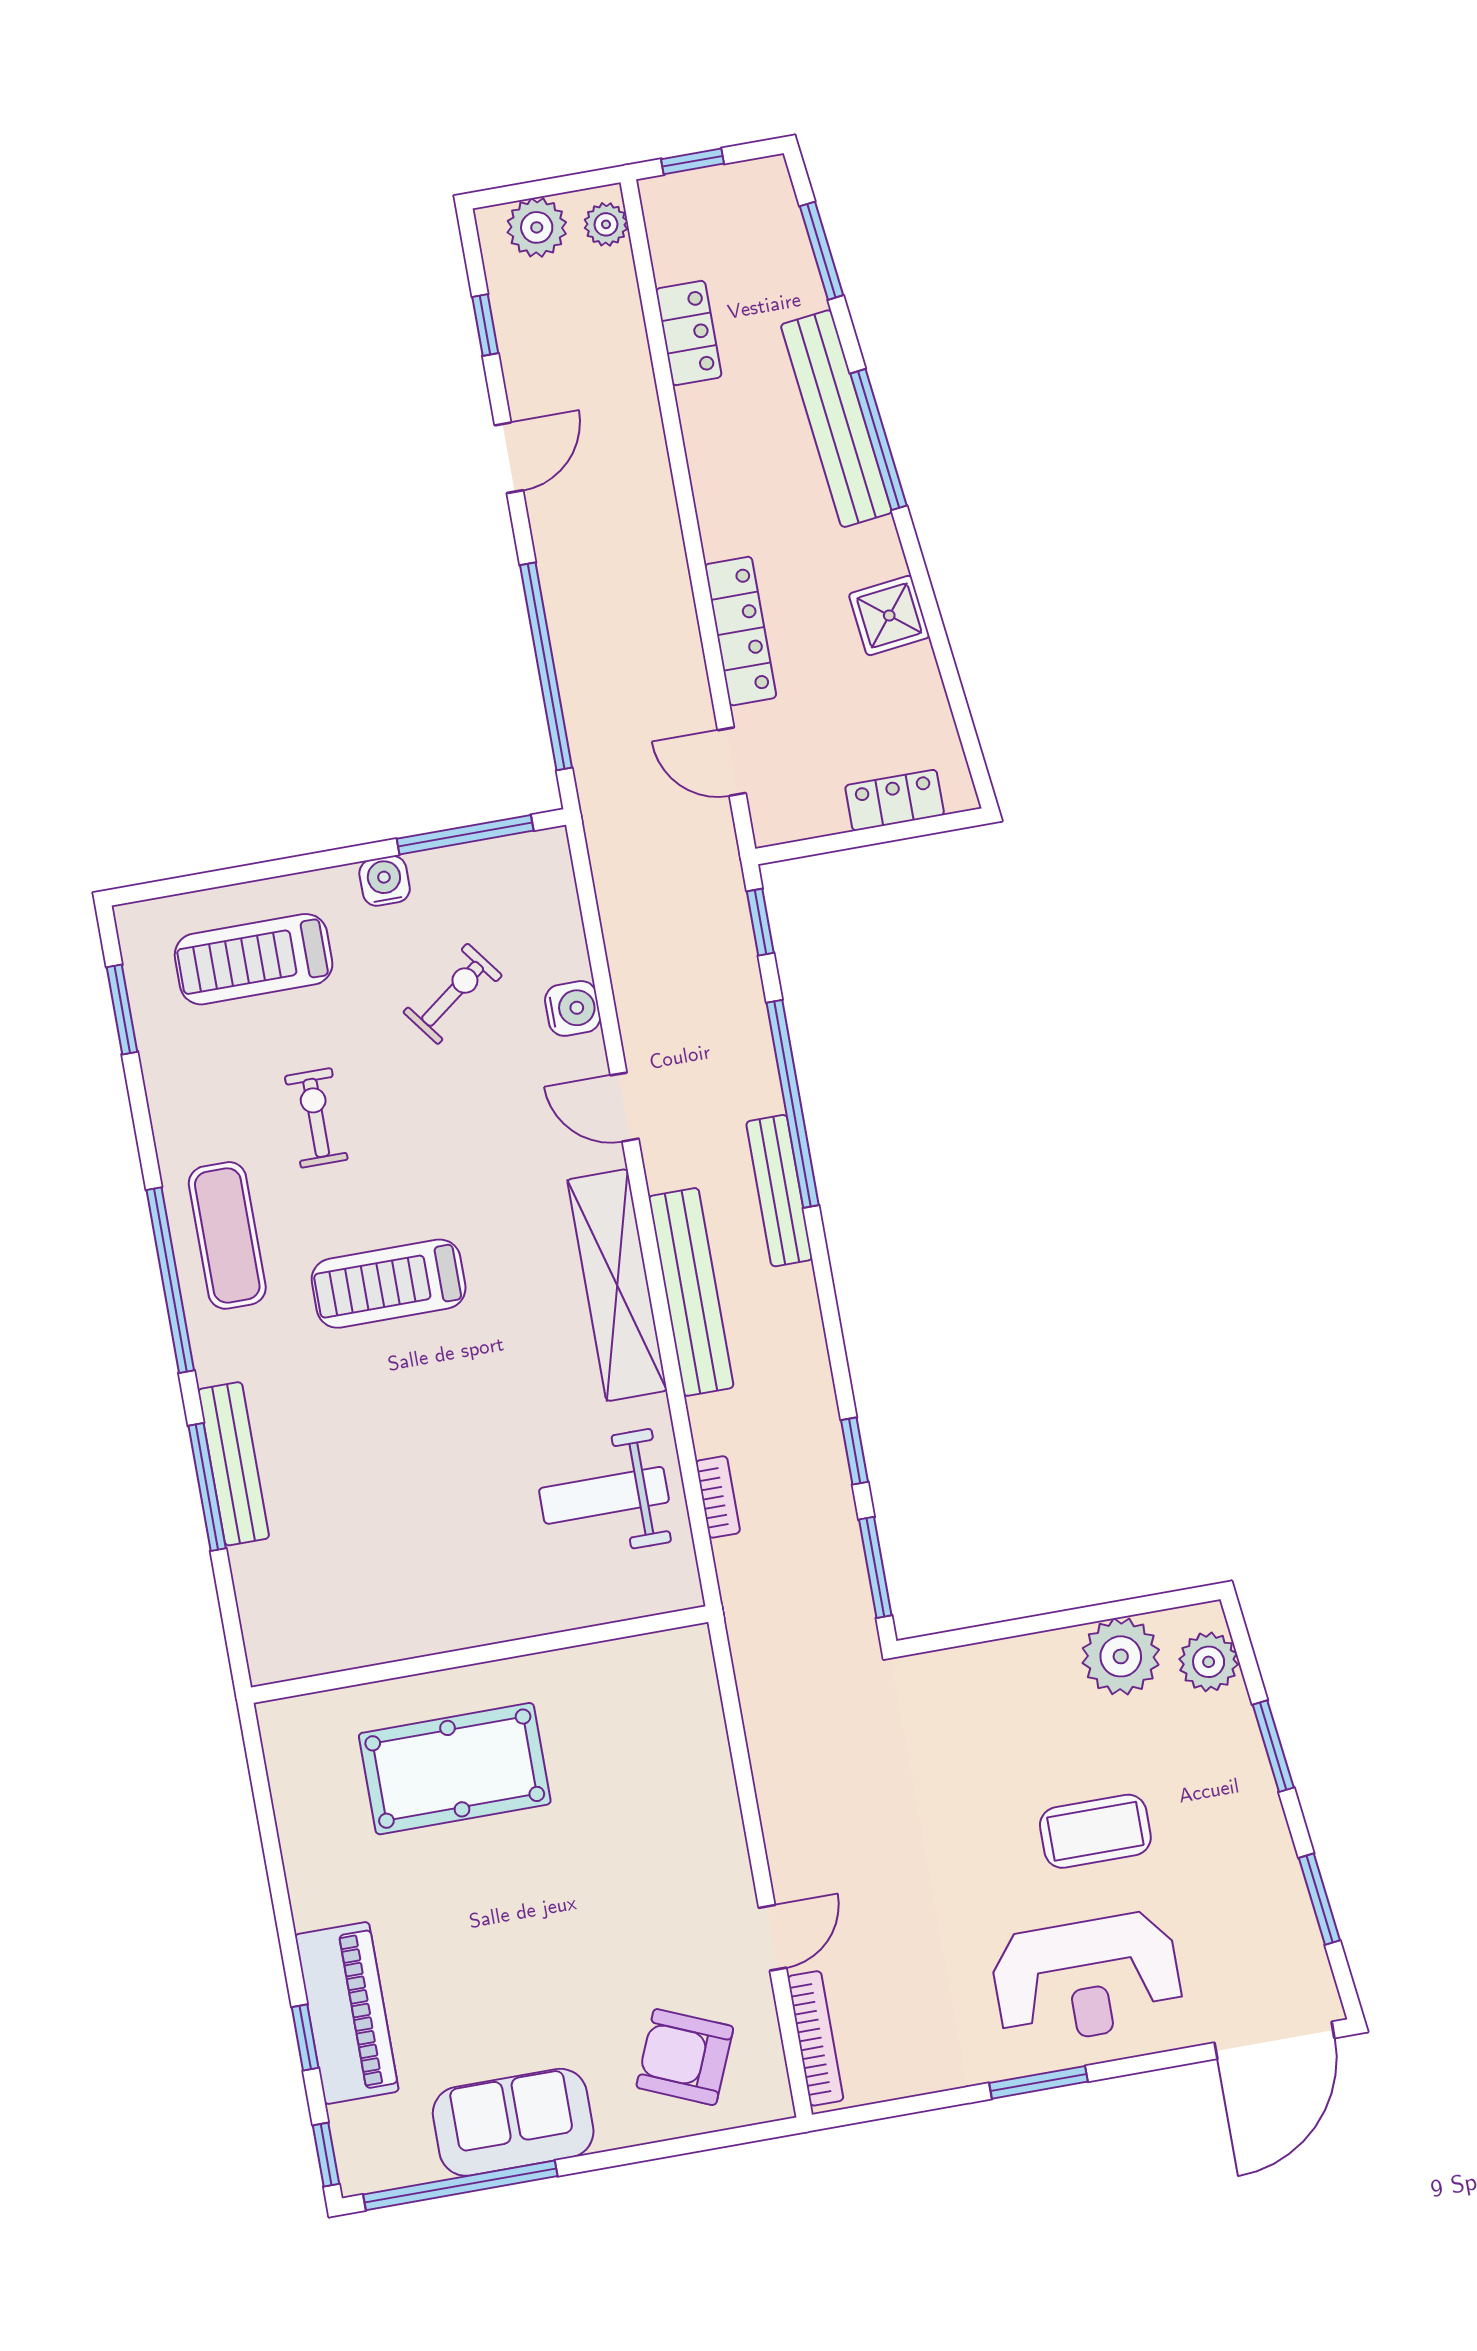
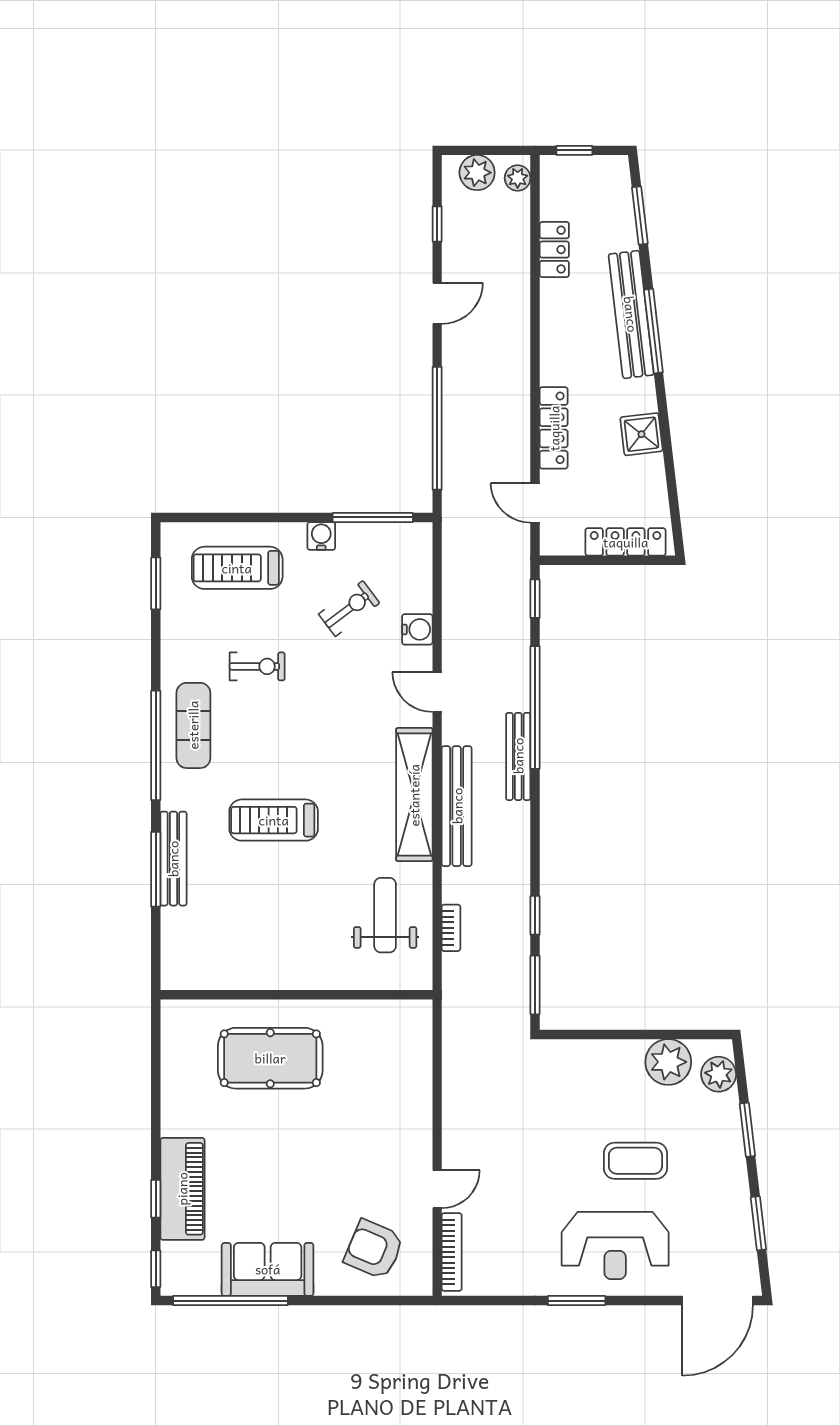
locker: (895, 800) -> (626, 542), width x1.53
exercise bike: (316, 1118) -> (257, 666), turned 90
treadmill: (389, 1284) -> (274, 820), moved
weight bench: (604, 1495) -> (385, 915), turned 90

